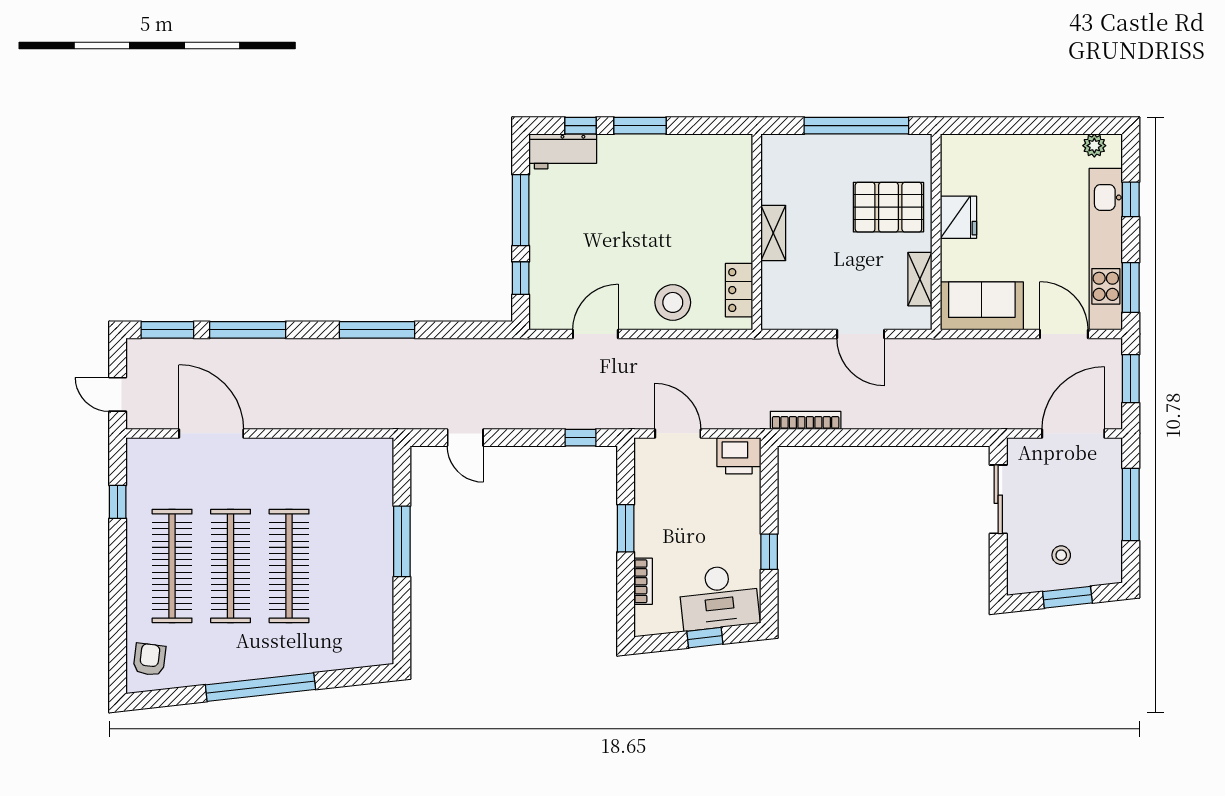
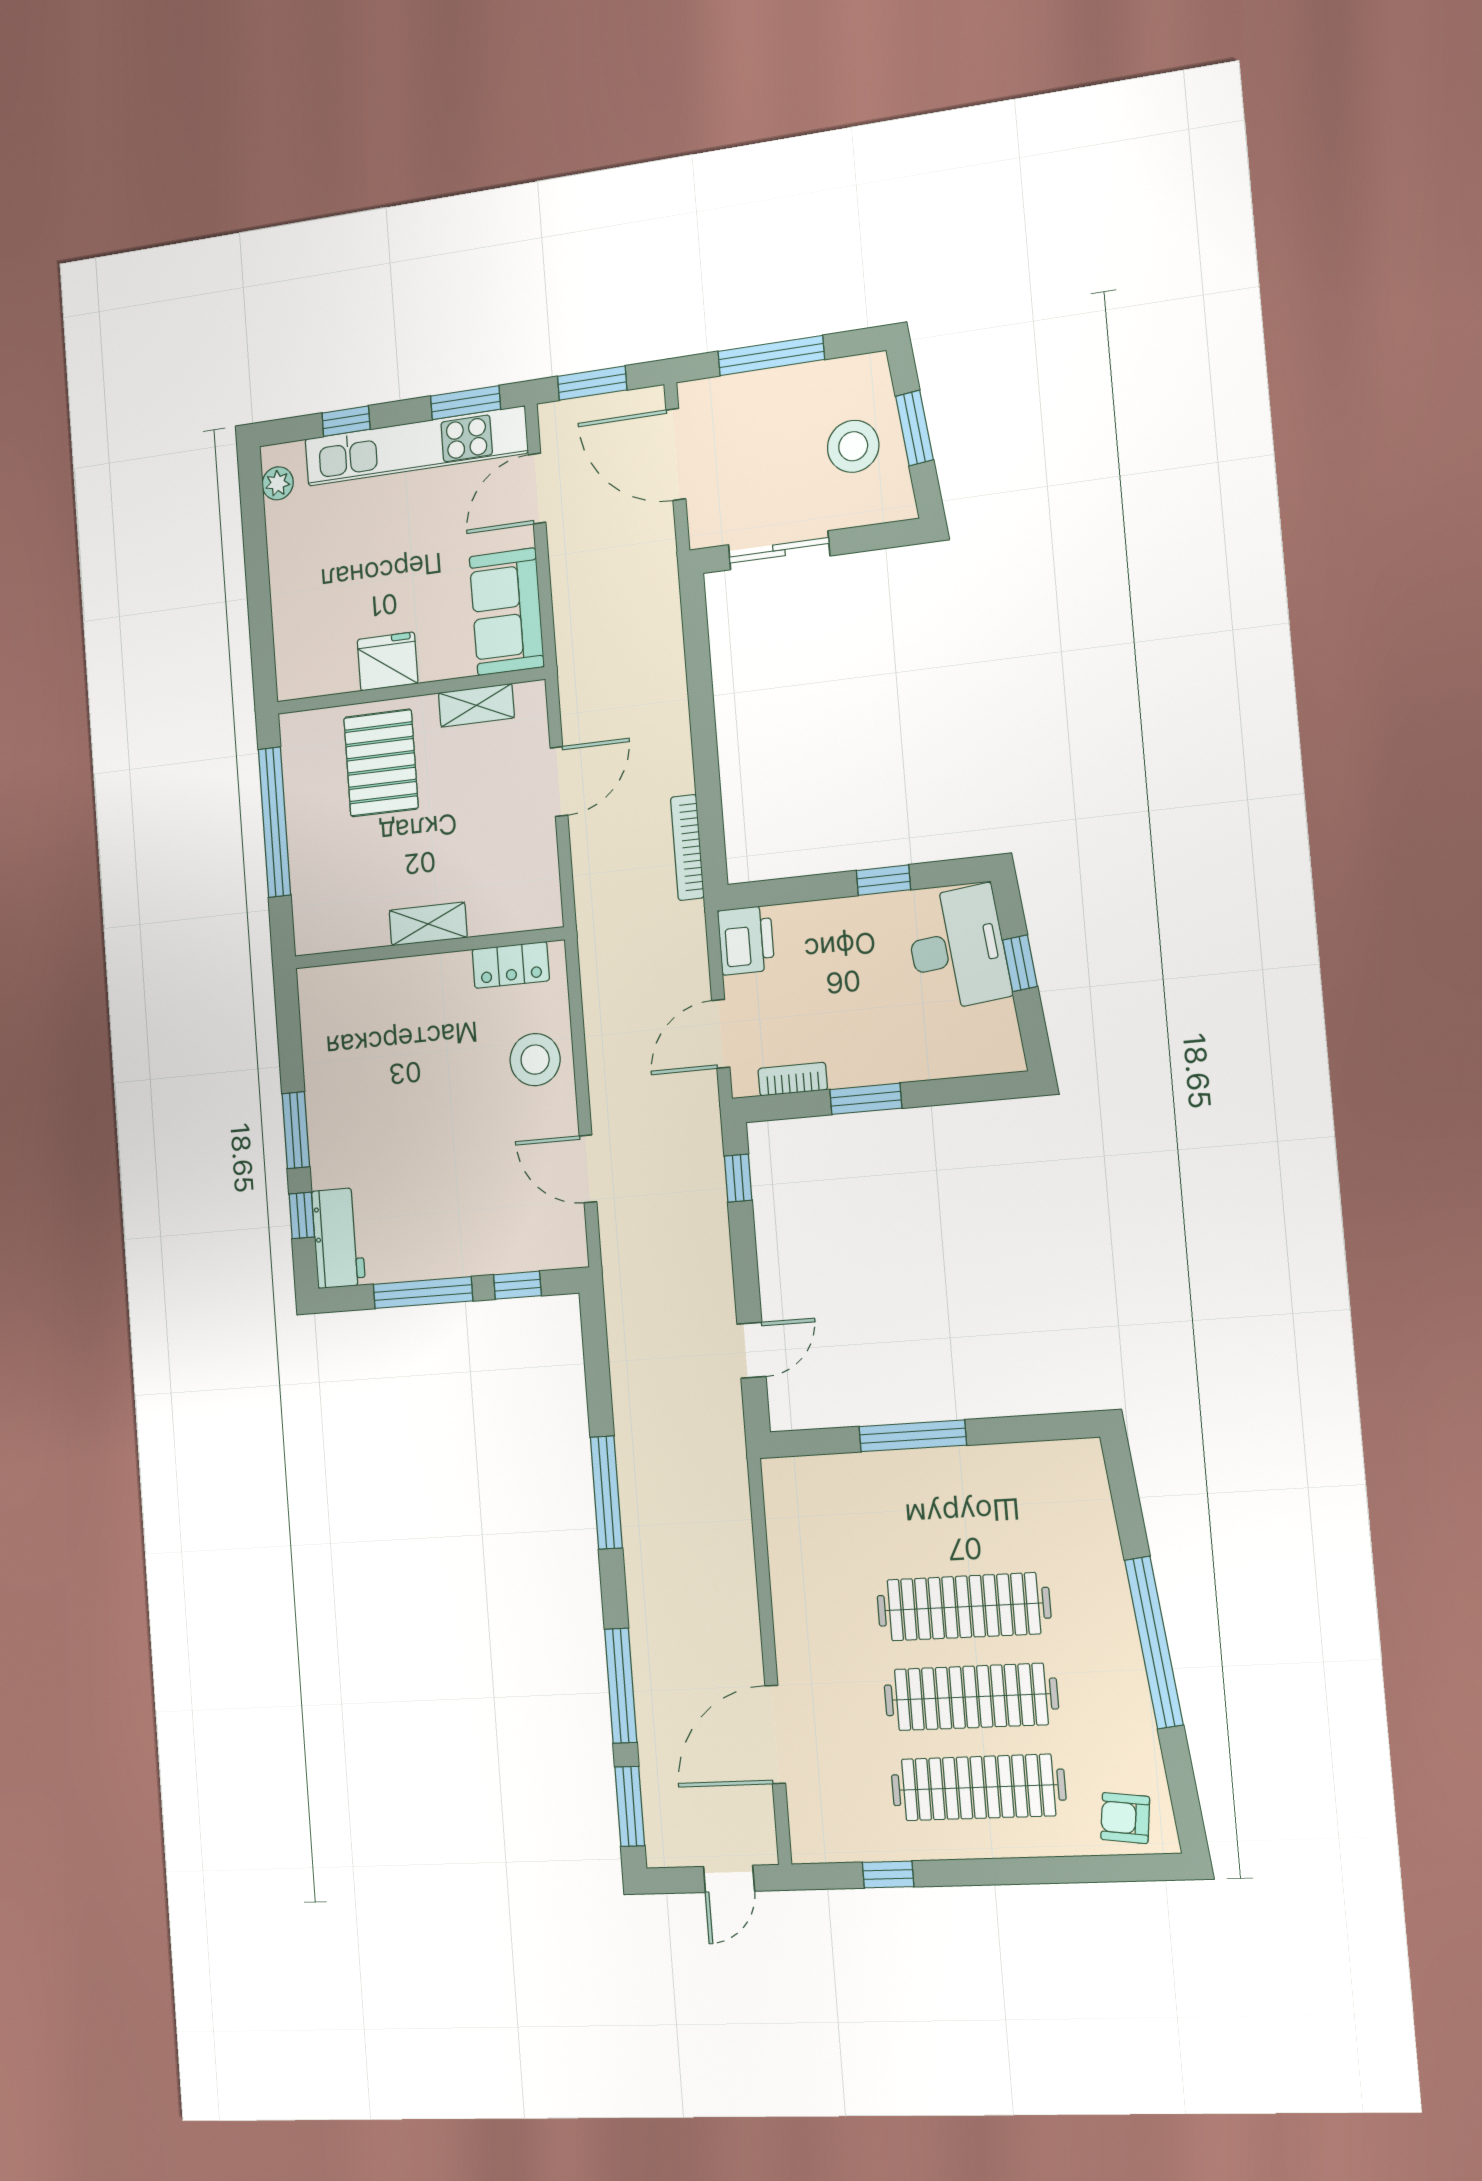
stool: (1061, 555) -> (853, 446), width x1.89, depth x1.89
bookcase: (643, 581) -> (793, 1079), moved

